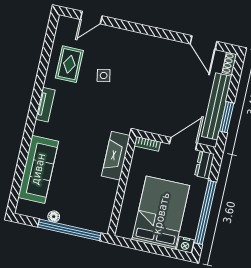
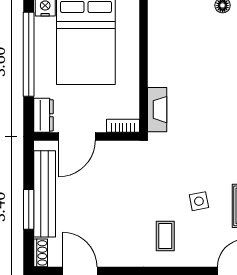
coffee table: (134, 55) -> (165, 236), added
window: (227, 117) -> (29, 209), moved
fireplace: (116, 156) -> (157, 110), width x0.73, depth x0.76

